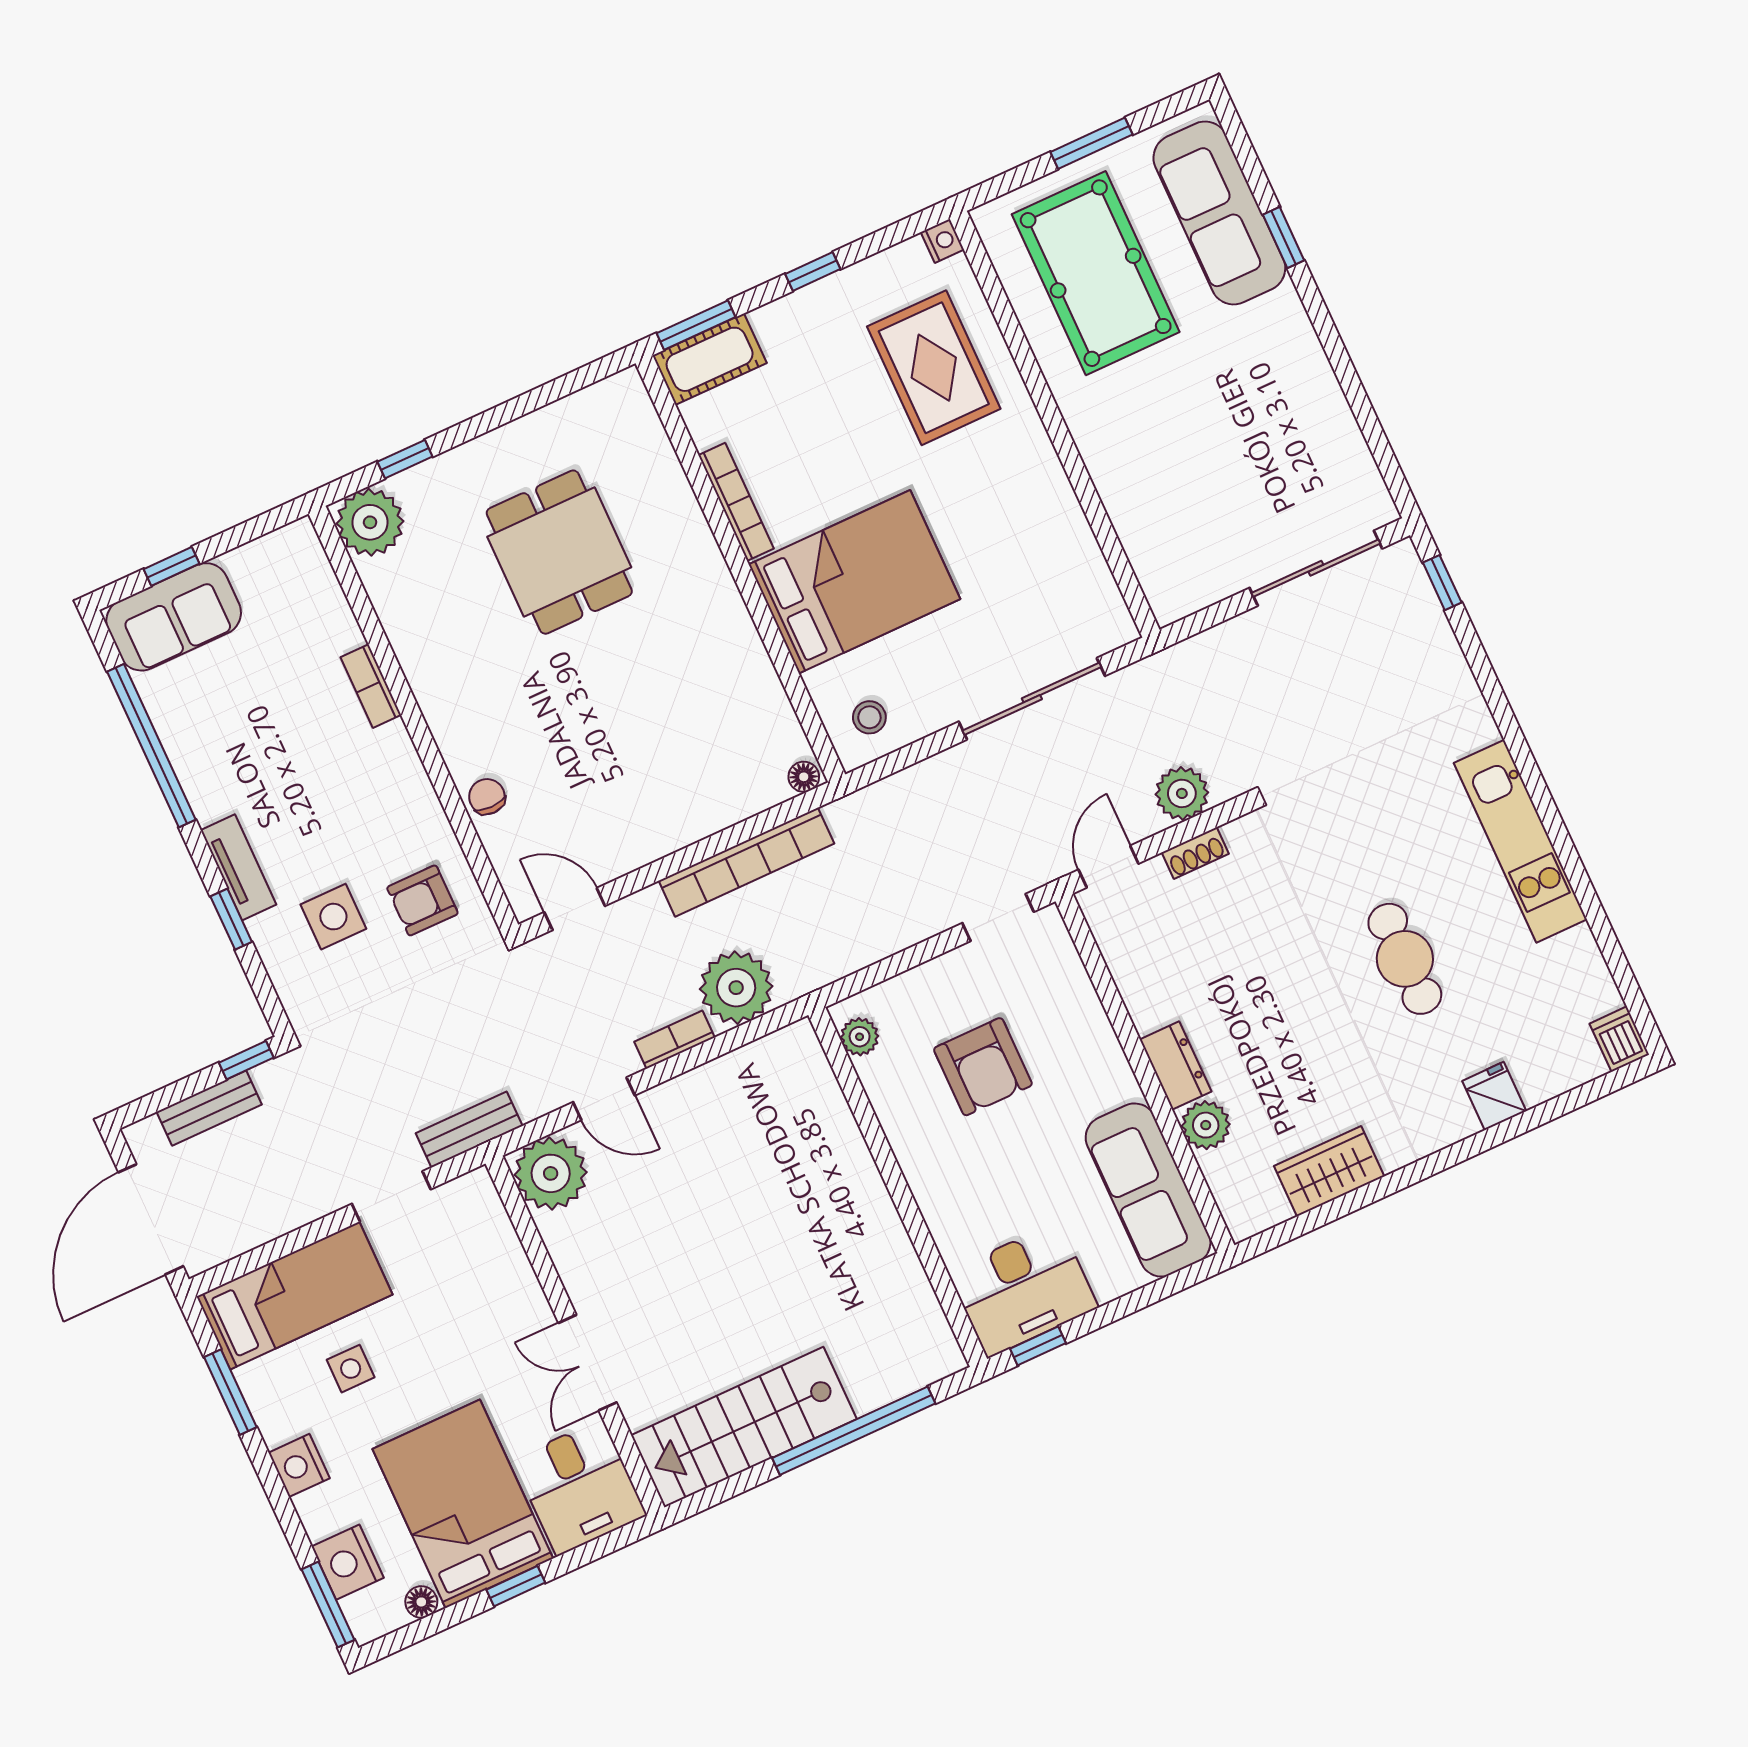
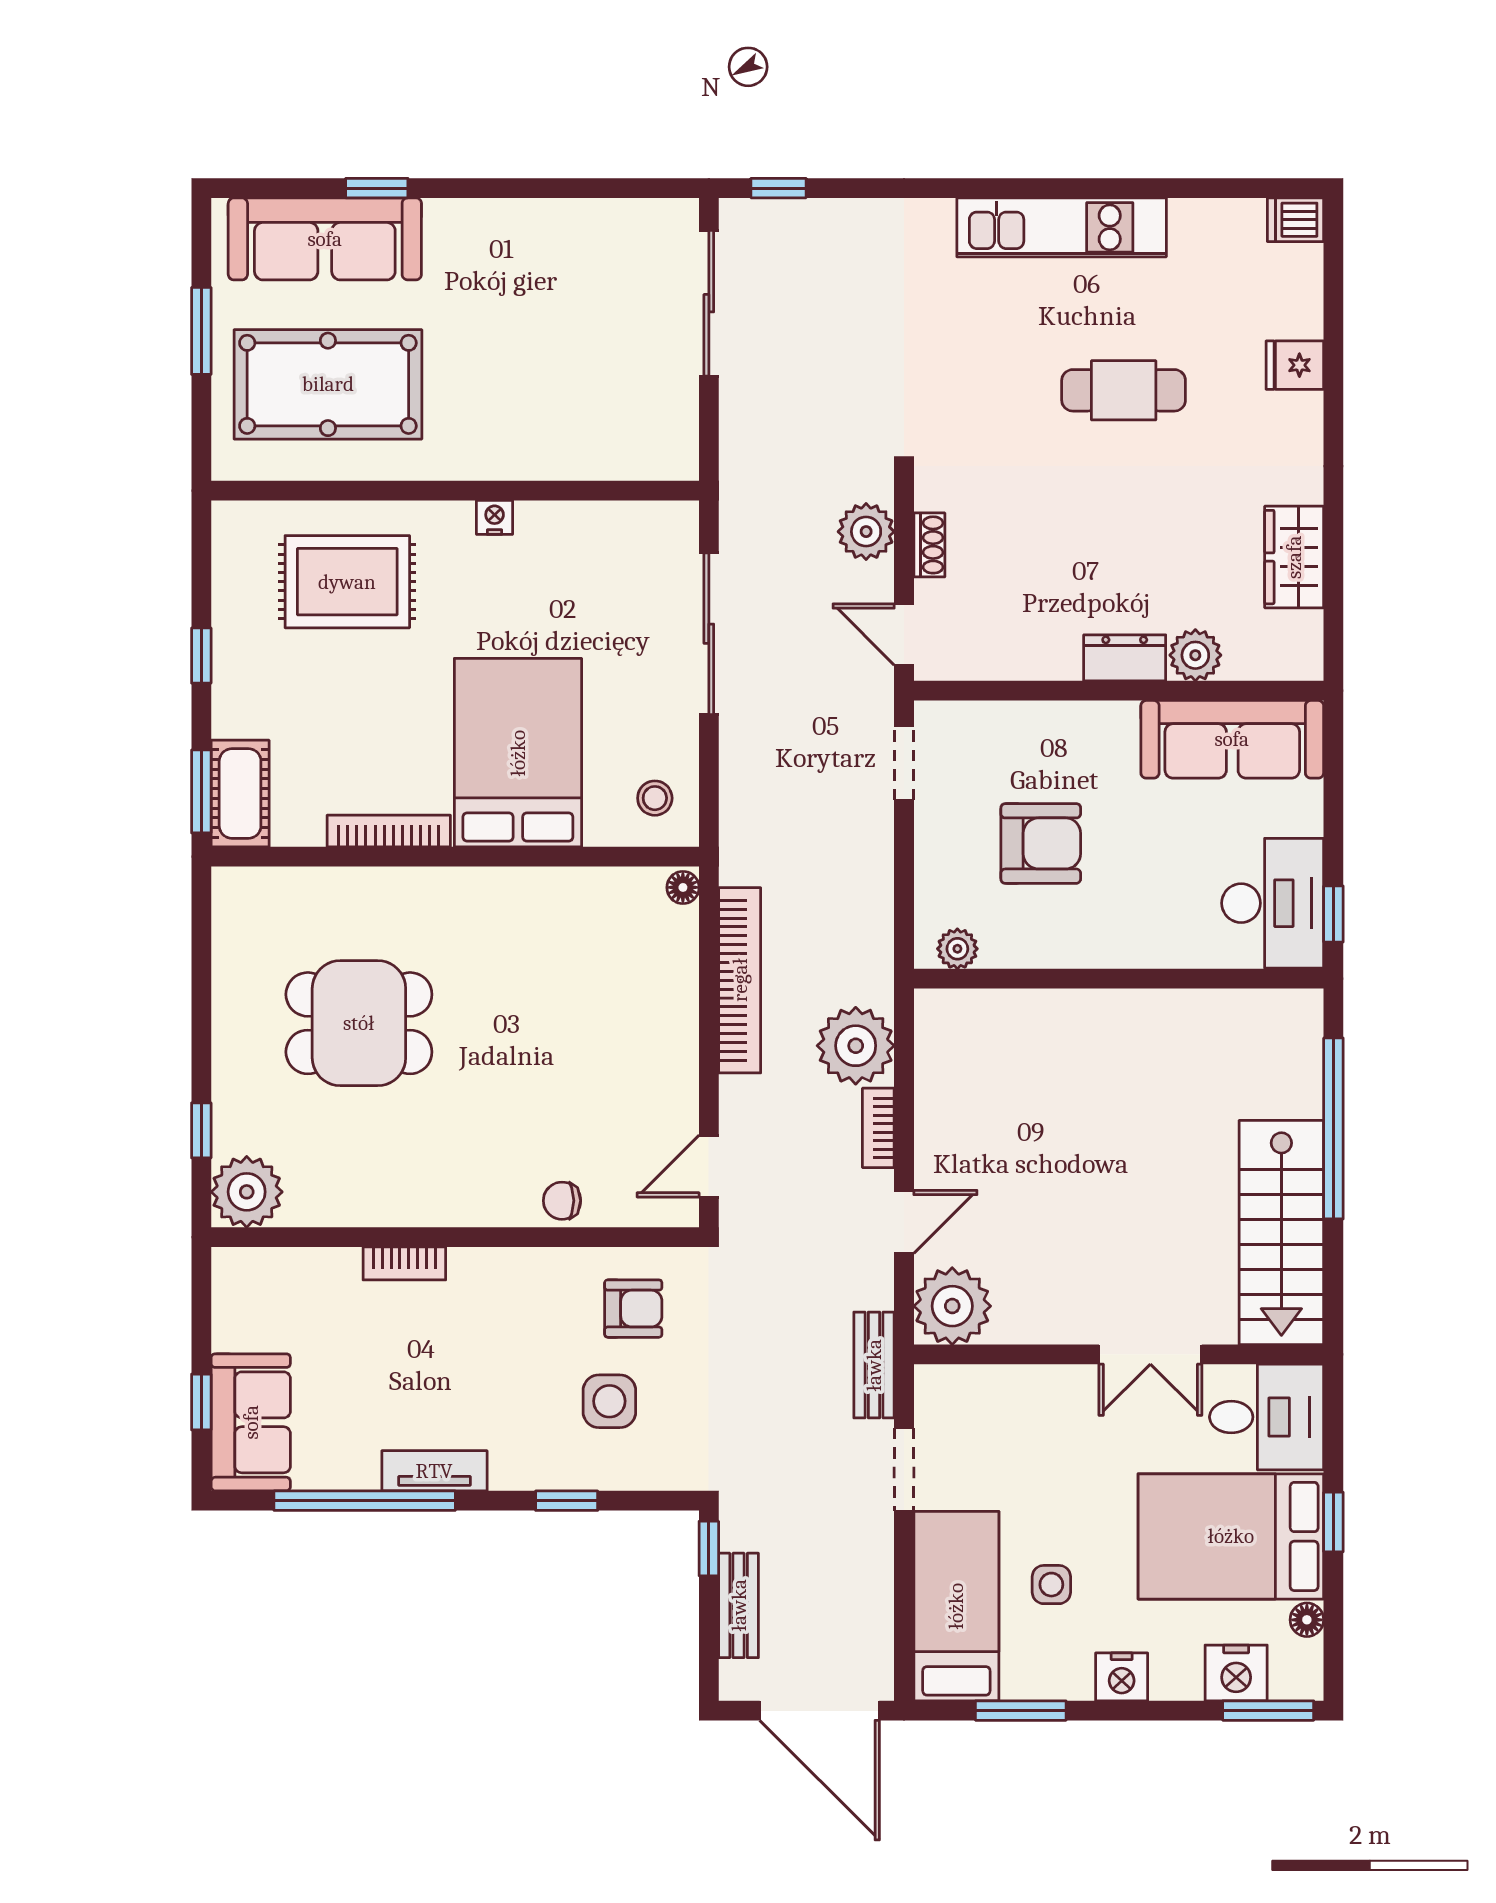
nightstand: (942, 241) -> (495, 517), moved
tv unit: (238, 867) -> (434, 1471), moved
armchair: (422, 900) -> (633, 1309), turned -90

